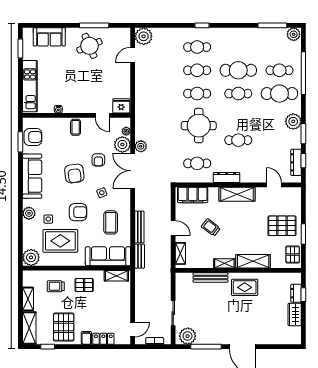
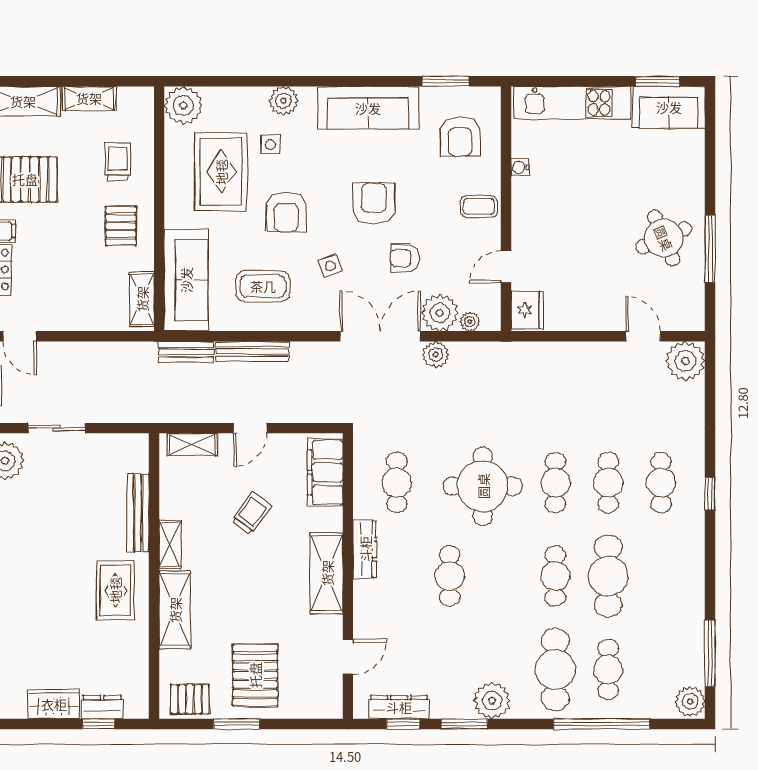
sofa: (49, 37) -> (669, 107), moved, turned -90
armchair: (33, 137) -> (460, 137), moved
armchair: (74, 174) -> (374, 204), turned 97

